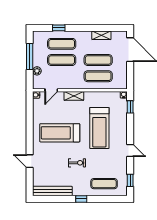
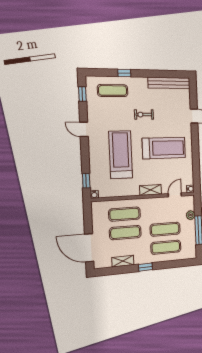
window: (59, 28) -> (145, 267), moved
window: (81, 199) -> (124, 73), moved

